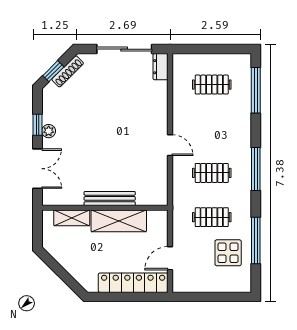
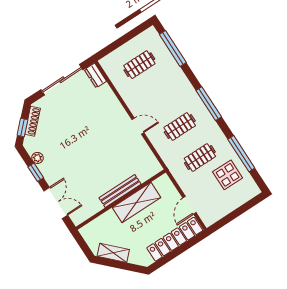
plant: (49, 131) -> (37, 158), moved
shelving: (72, 218) -> (113, 253), moved, turned 45

